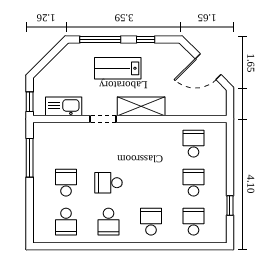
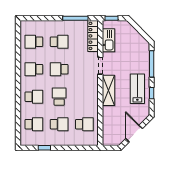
lab bench: (118, 68) -> (137, 89), moved
locker: (57, 130) -> (93, 36), added
school desk: (109, 183) -> (59, 69), turned -90
school desk: (151, 183) -> (59, 97), added

